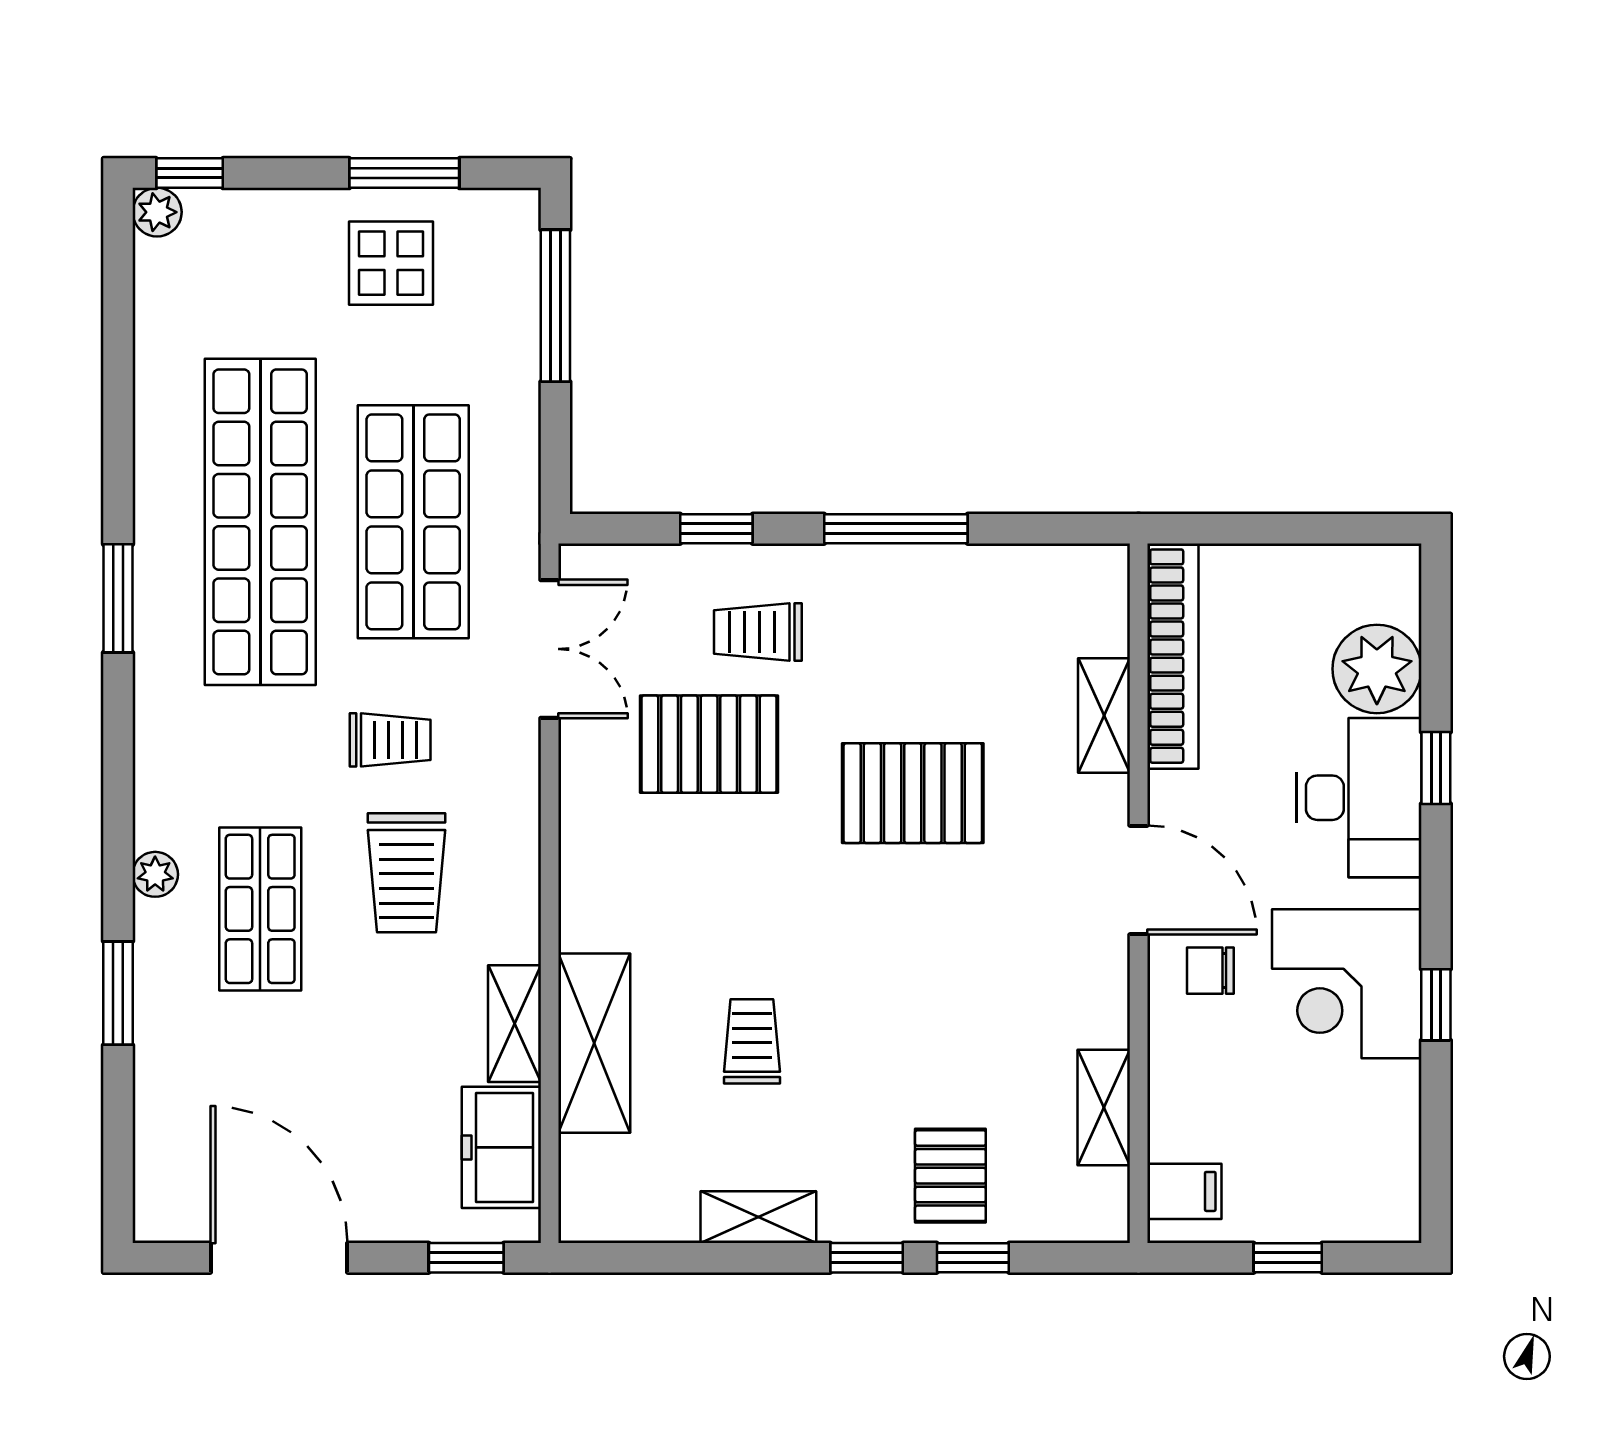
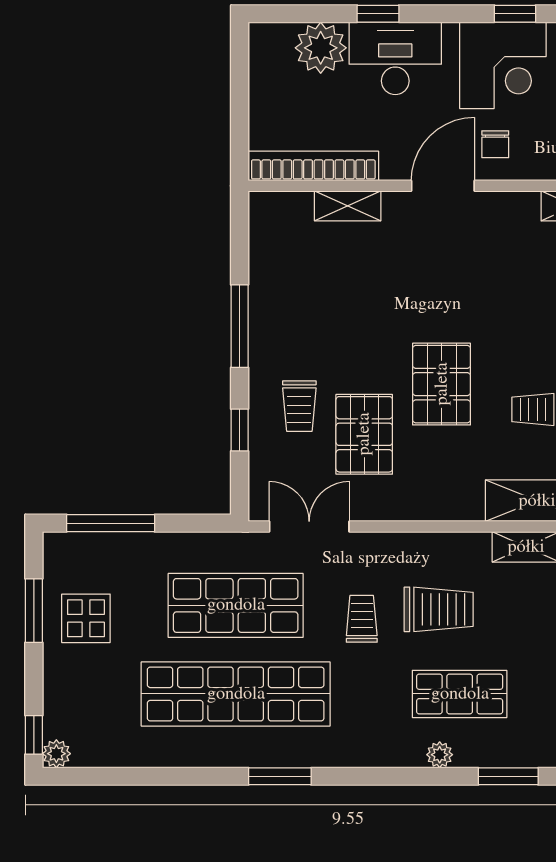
pallet: (913, 793) -> (442, 384), moved

